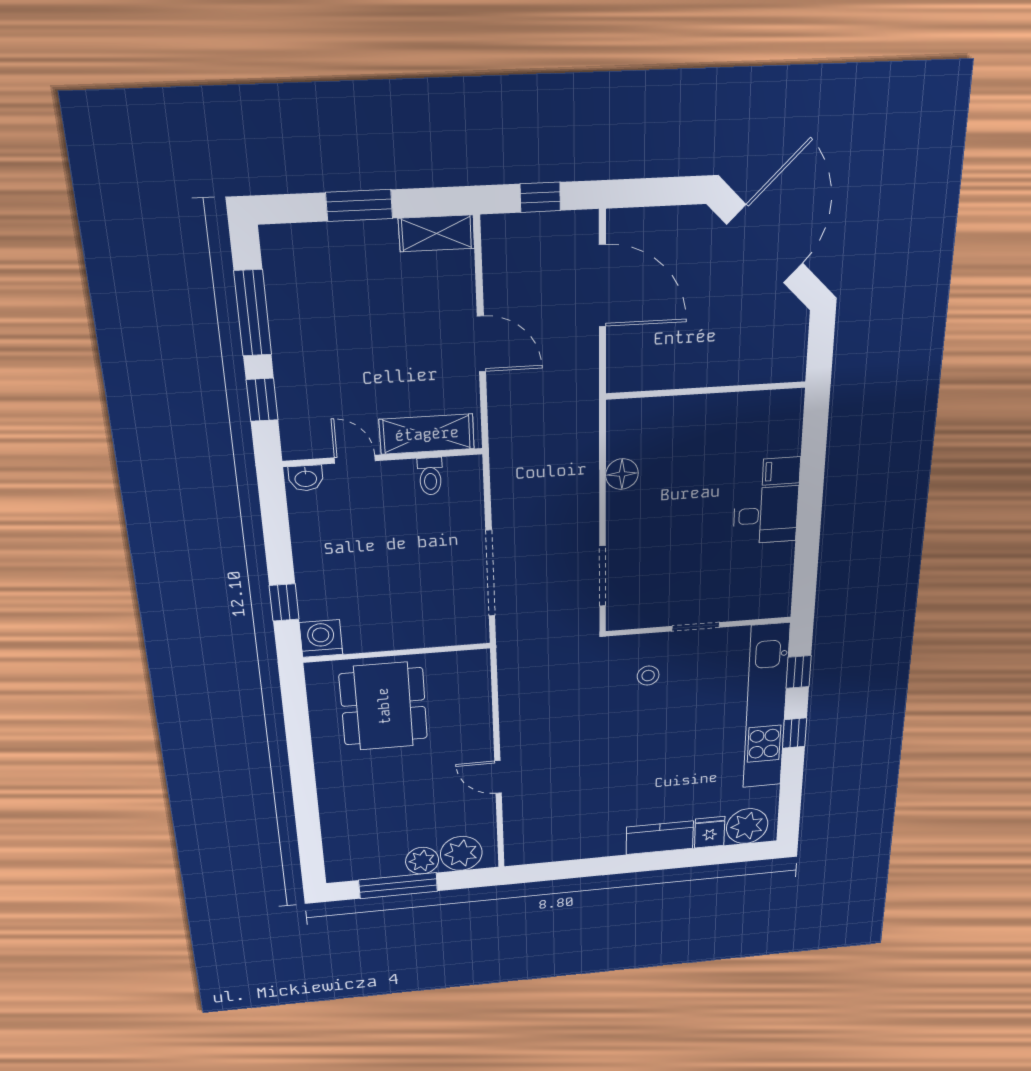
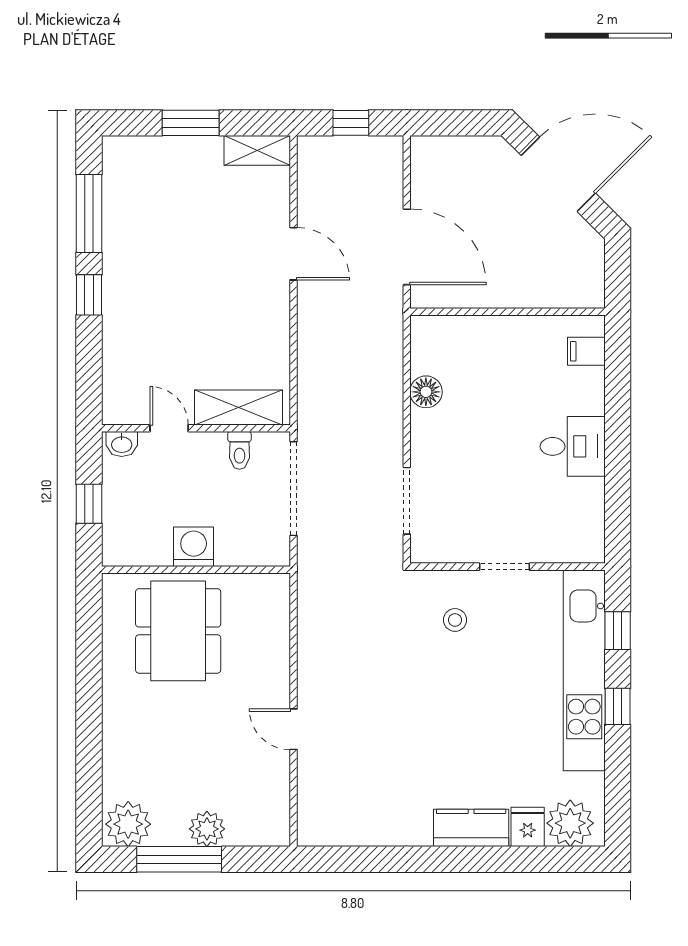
door: (765, 244) -> (558, 174), hinge flipped
door: (602, 286) -> (407, 247), moved
shelving: (427, 434) -> (238, 407), moved
wall: (383, 457) -> (196, 428), moved
door: (355, 459) -> (169, 428), moved
filing cabinet: (781, 471) -> (586, 351), moved
toilet: (430, 476) -> (239, 450), moved
washbasin: (306, 478) -> (122, 444), moved
washing machine: (321, 638) -> (194, 547), moved
plant: (461, 853) -> (128, 824), moved

